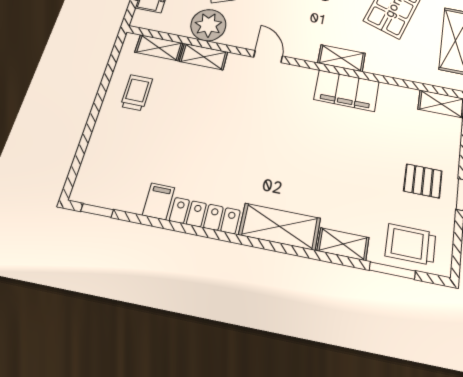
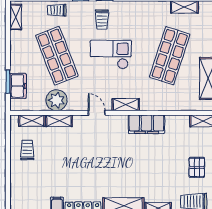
shelving: (341, 58) -> (126, 105), moved
pallet: (423, 181) -> (197, 167), turned 90

